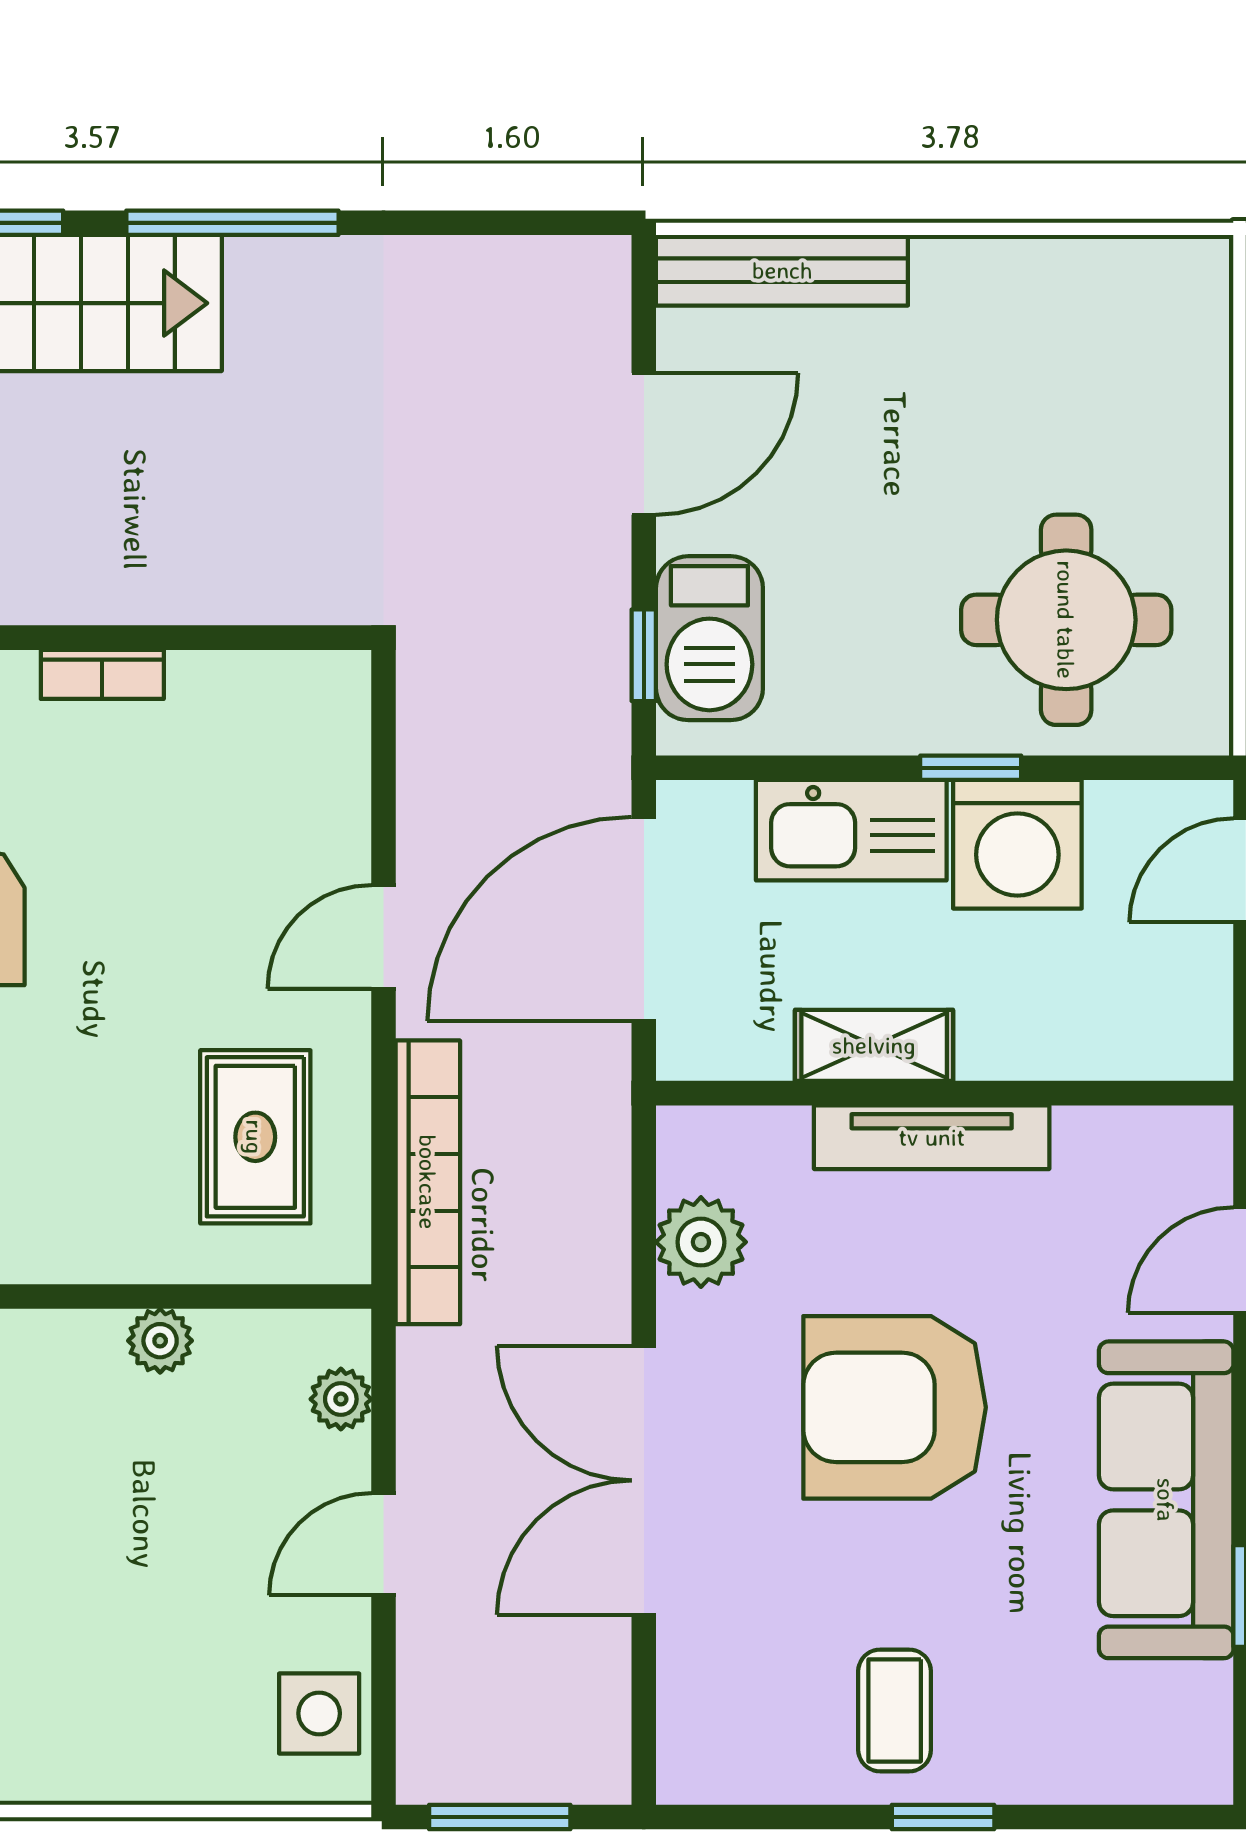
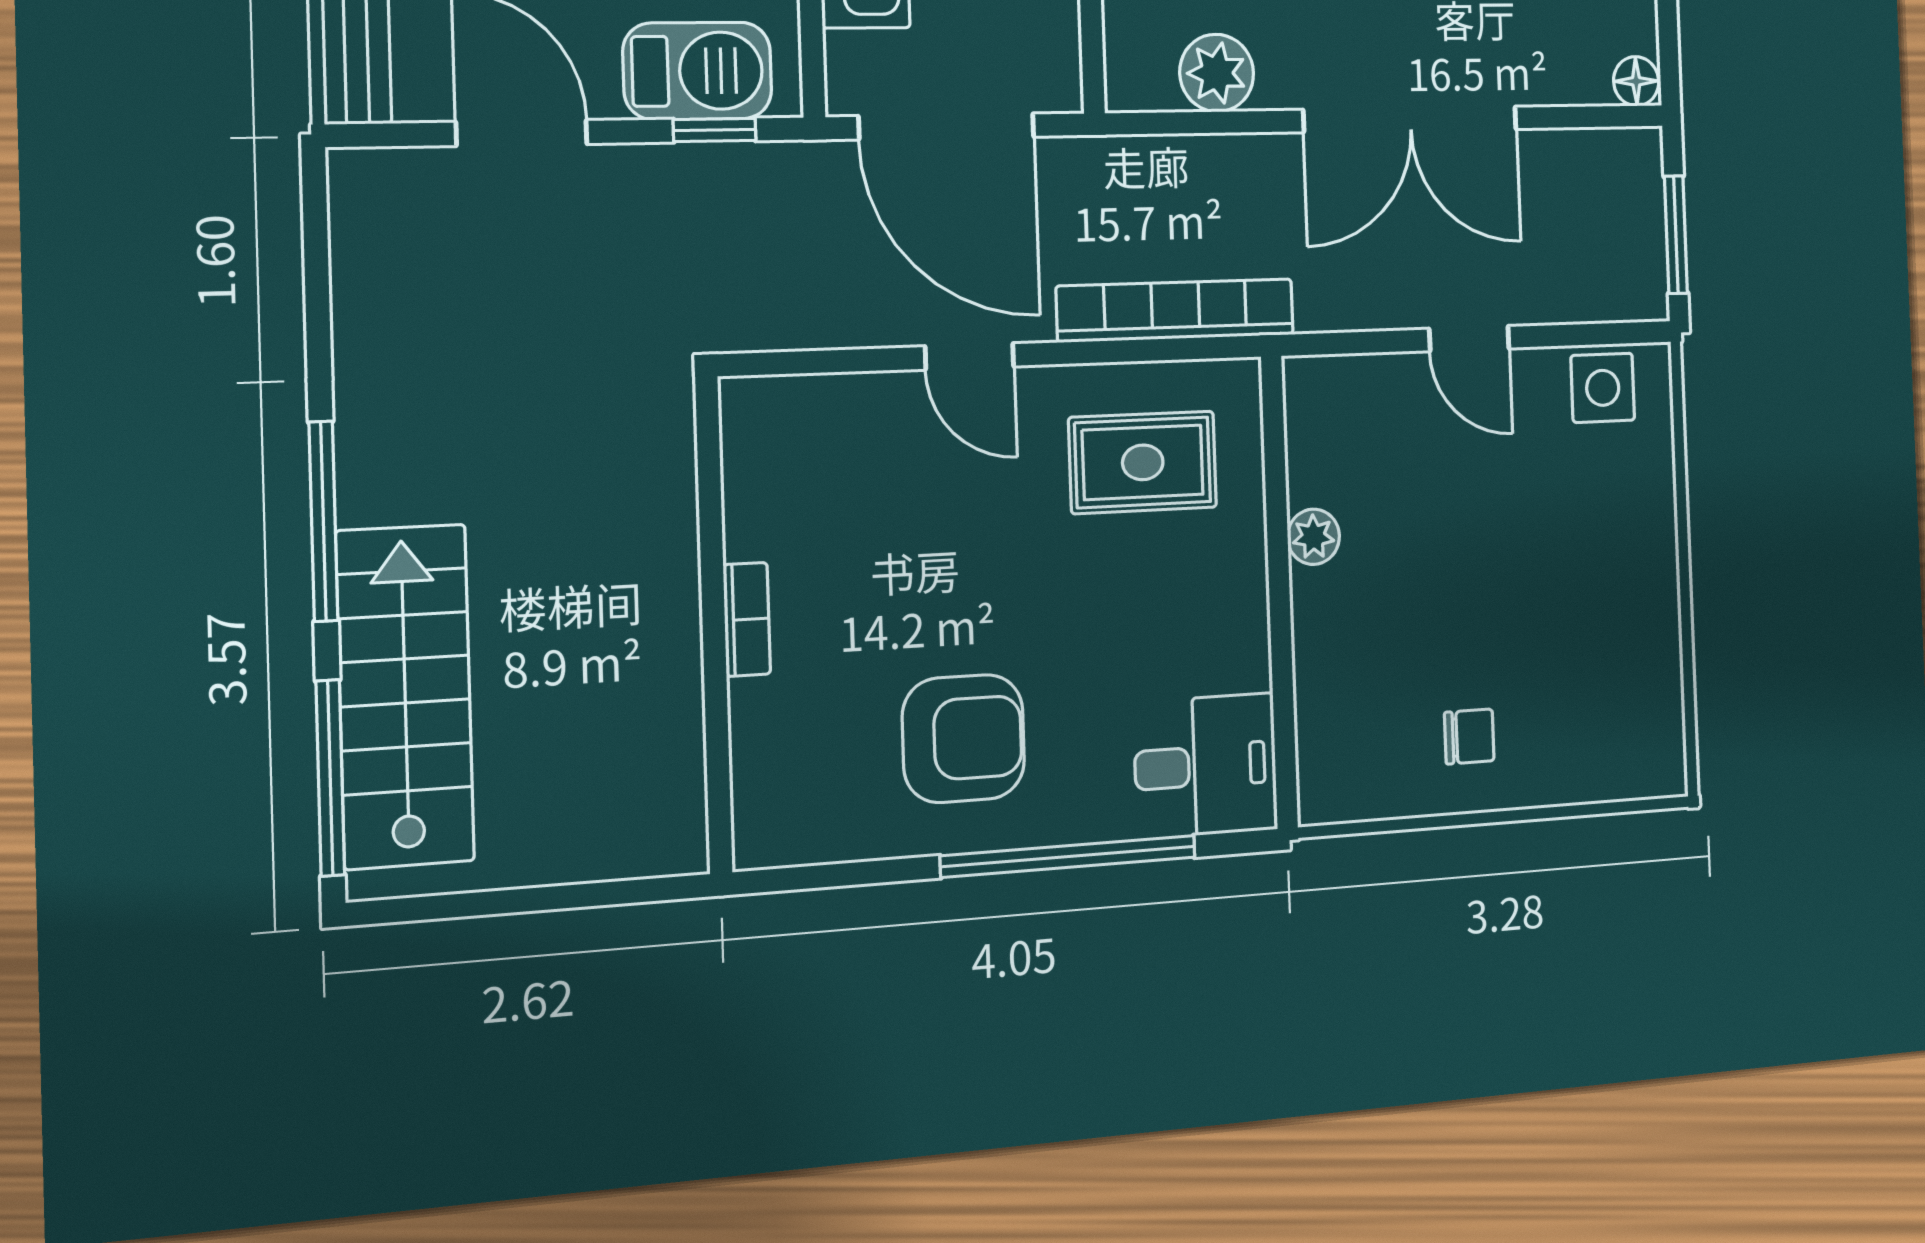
plant: (341, 1399) -> (1355, 379), removed
floor lamp: (686, 1773) -> (1636, 81), added

